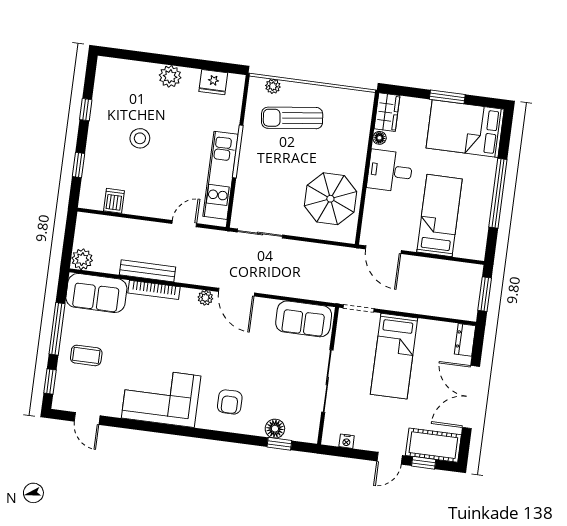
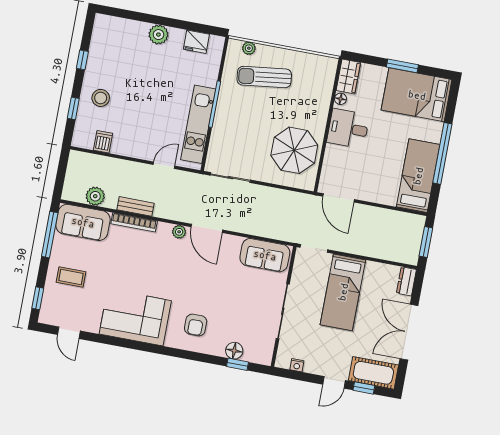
stool: (140, 138) -> (101, 98), moved
bed: (439, 215) -> (418, 176), moved
plant: (82, 259) -> (95, 196), moved
bench: (147, 271) -> (136, 206), width x0.73
window: (57, 329) -> (50, 235), moved

